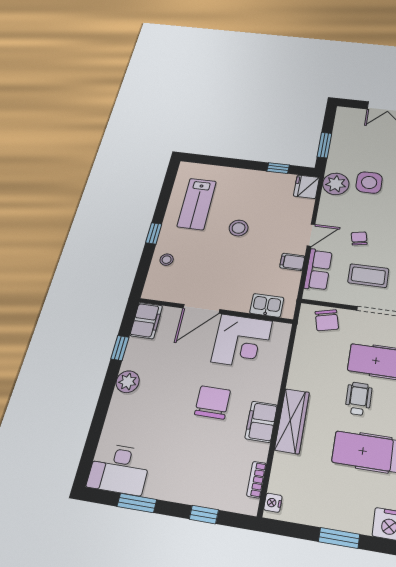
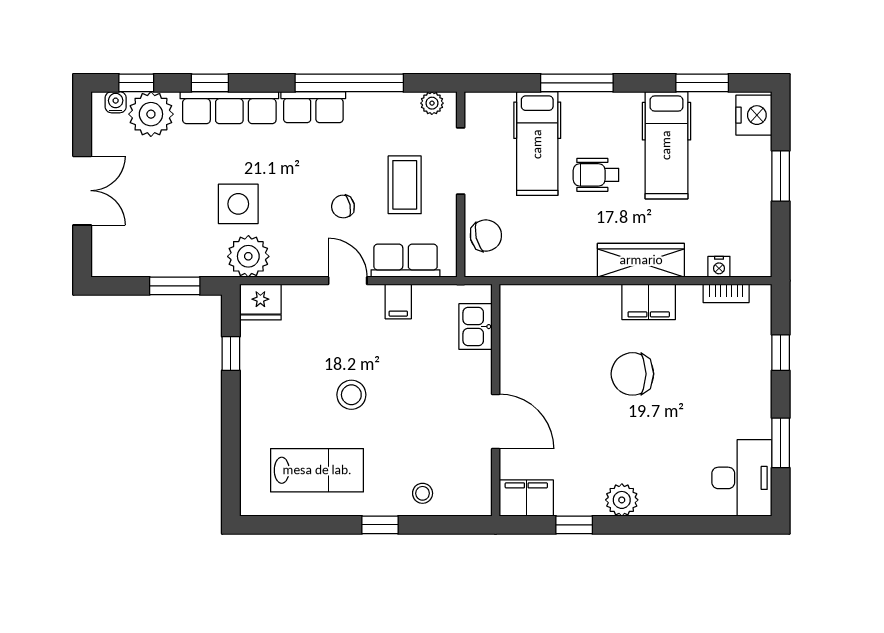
corner desk: (242, 341) -> (537, 352), removed
nightstand: (273, 503) -> (719, 267), moved

